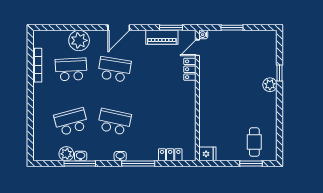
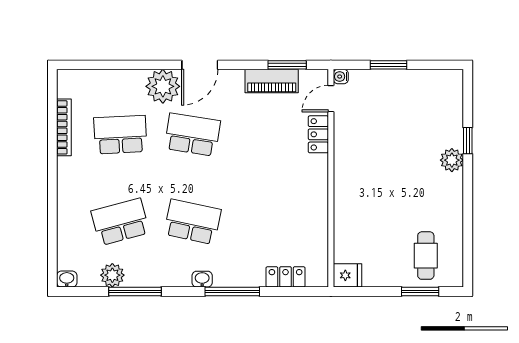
plant: (79, 40) -> (163, 86), moved
washbasin: (81, 156) -> (67, 279), moved

